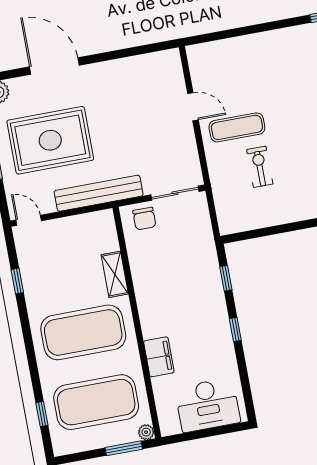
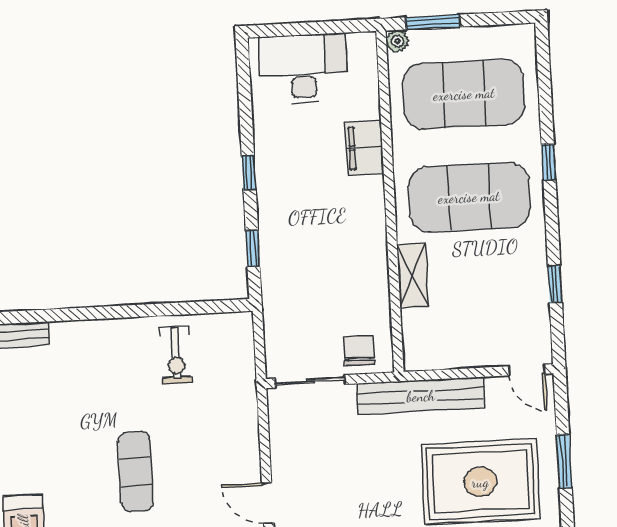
exercise mat: (237, 127) -> (136, 472), moved, turned 90
exercise bike: (260, 167) -> (176, 355), moved
window: (42, 414) -> (549, 162), moved

